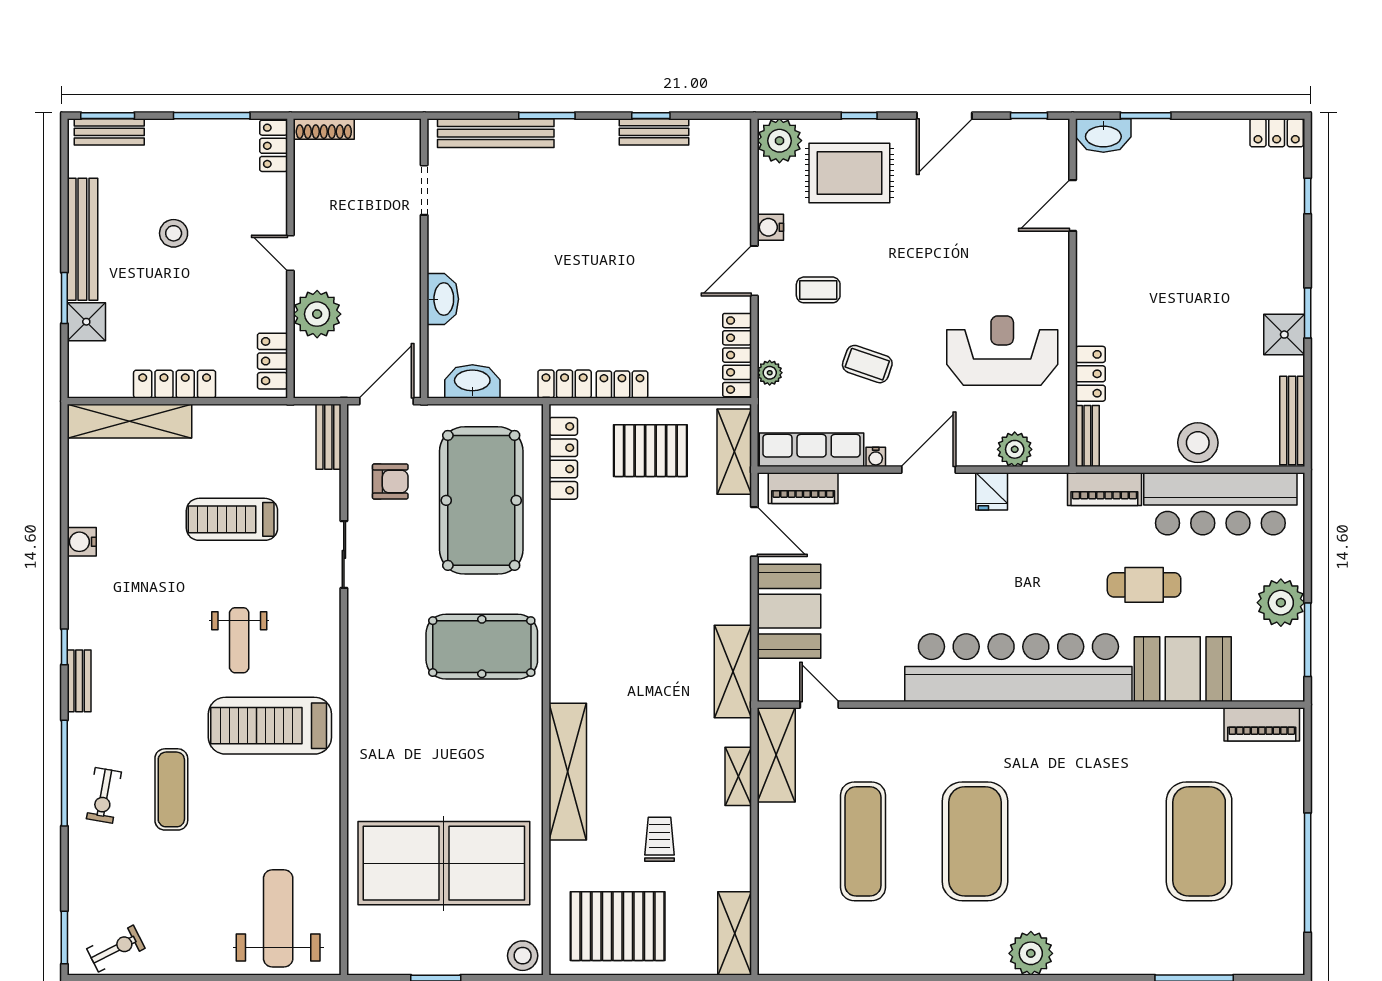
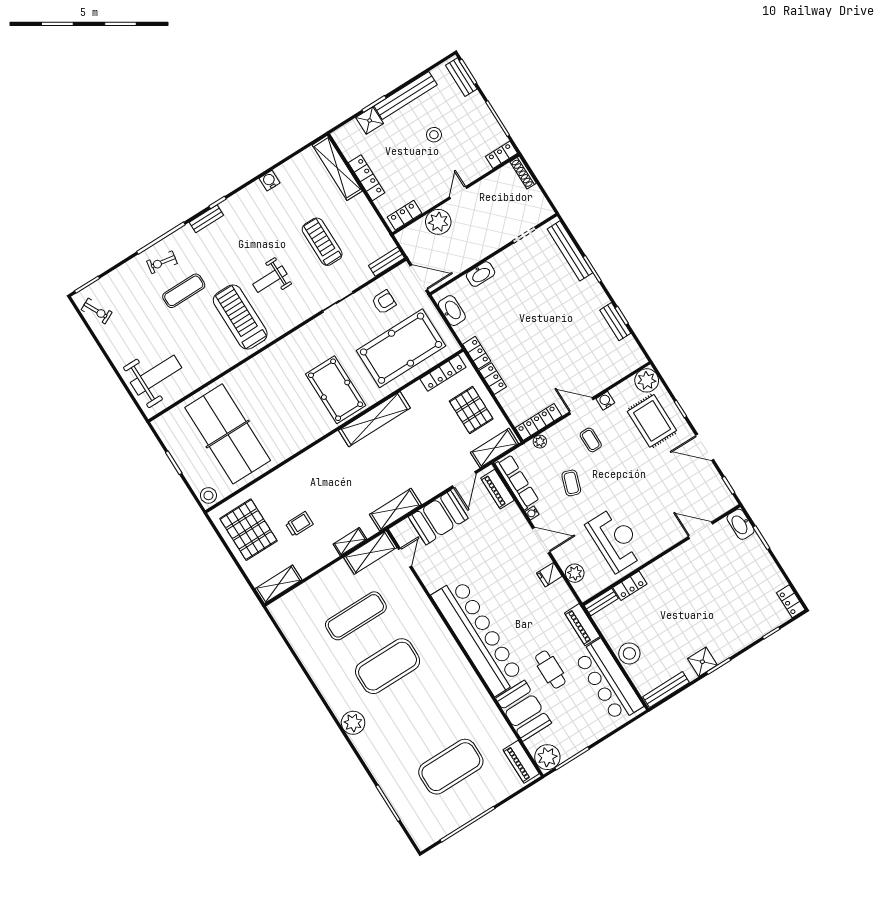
armchair: (390, 482) -> (384, 302), turned -90
plant: (1281, 603) -> (547, 757), moved
shelving: (568, 772) -> (374, 419), moved

